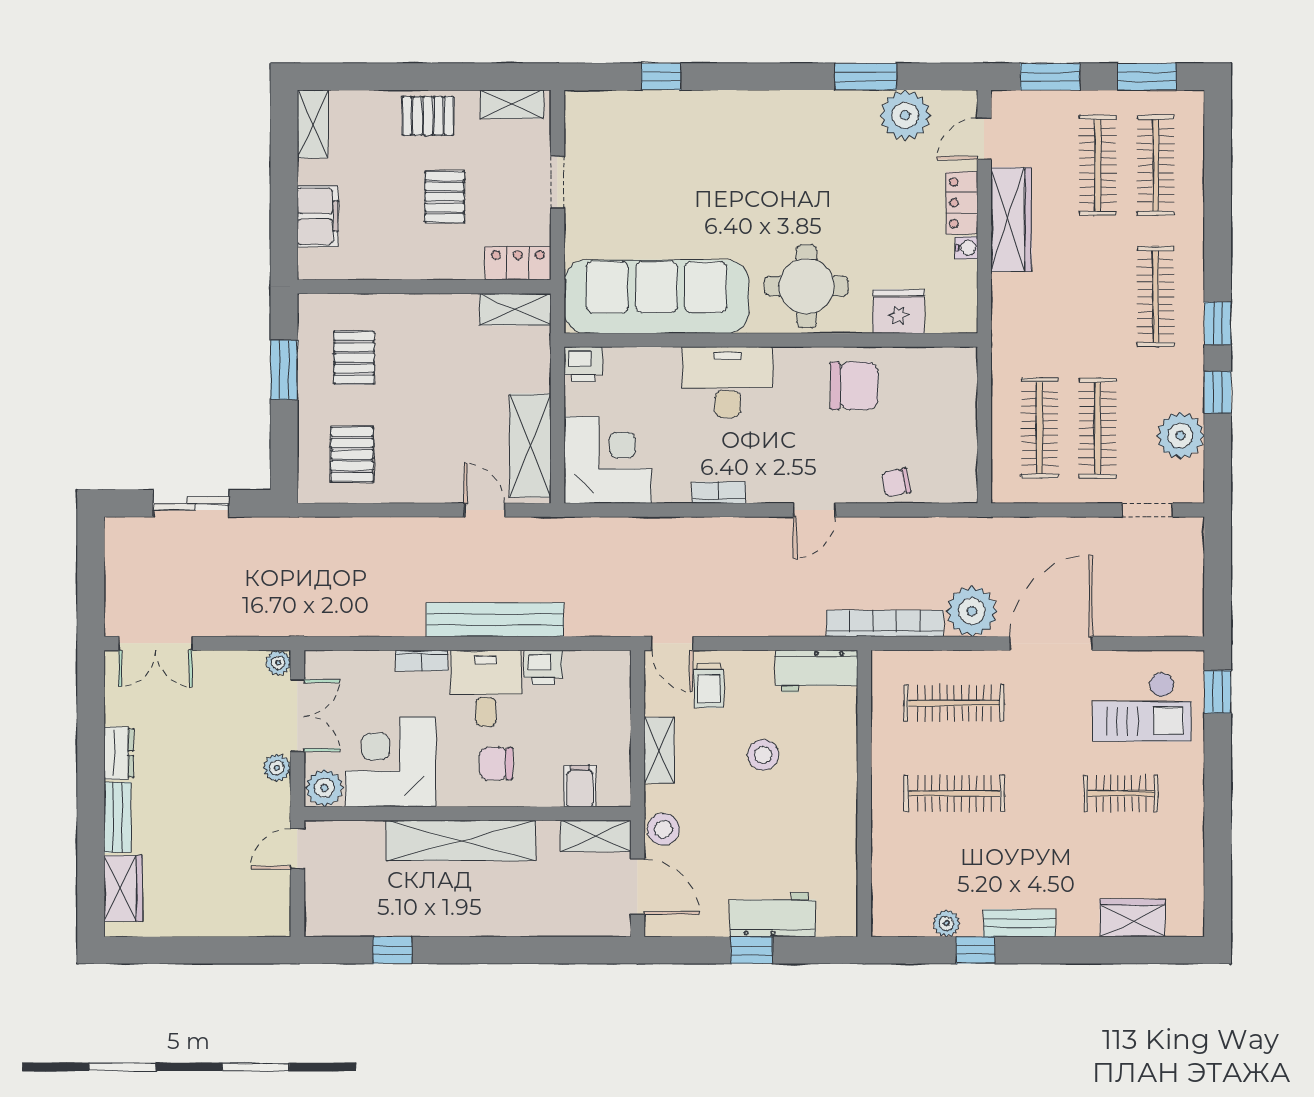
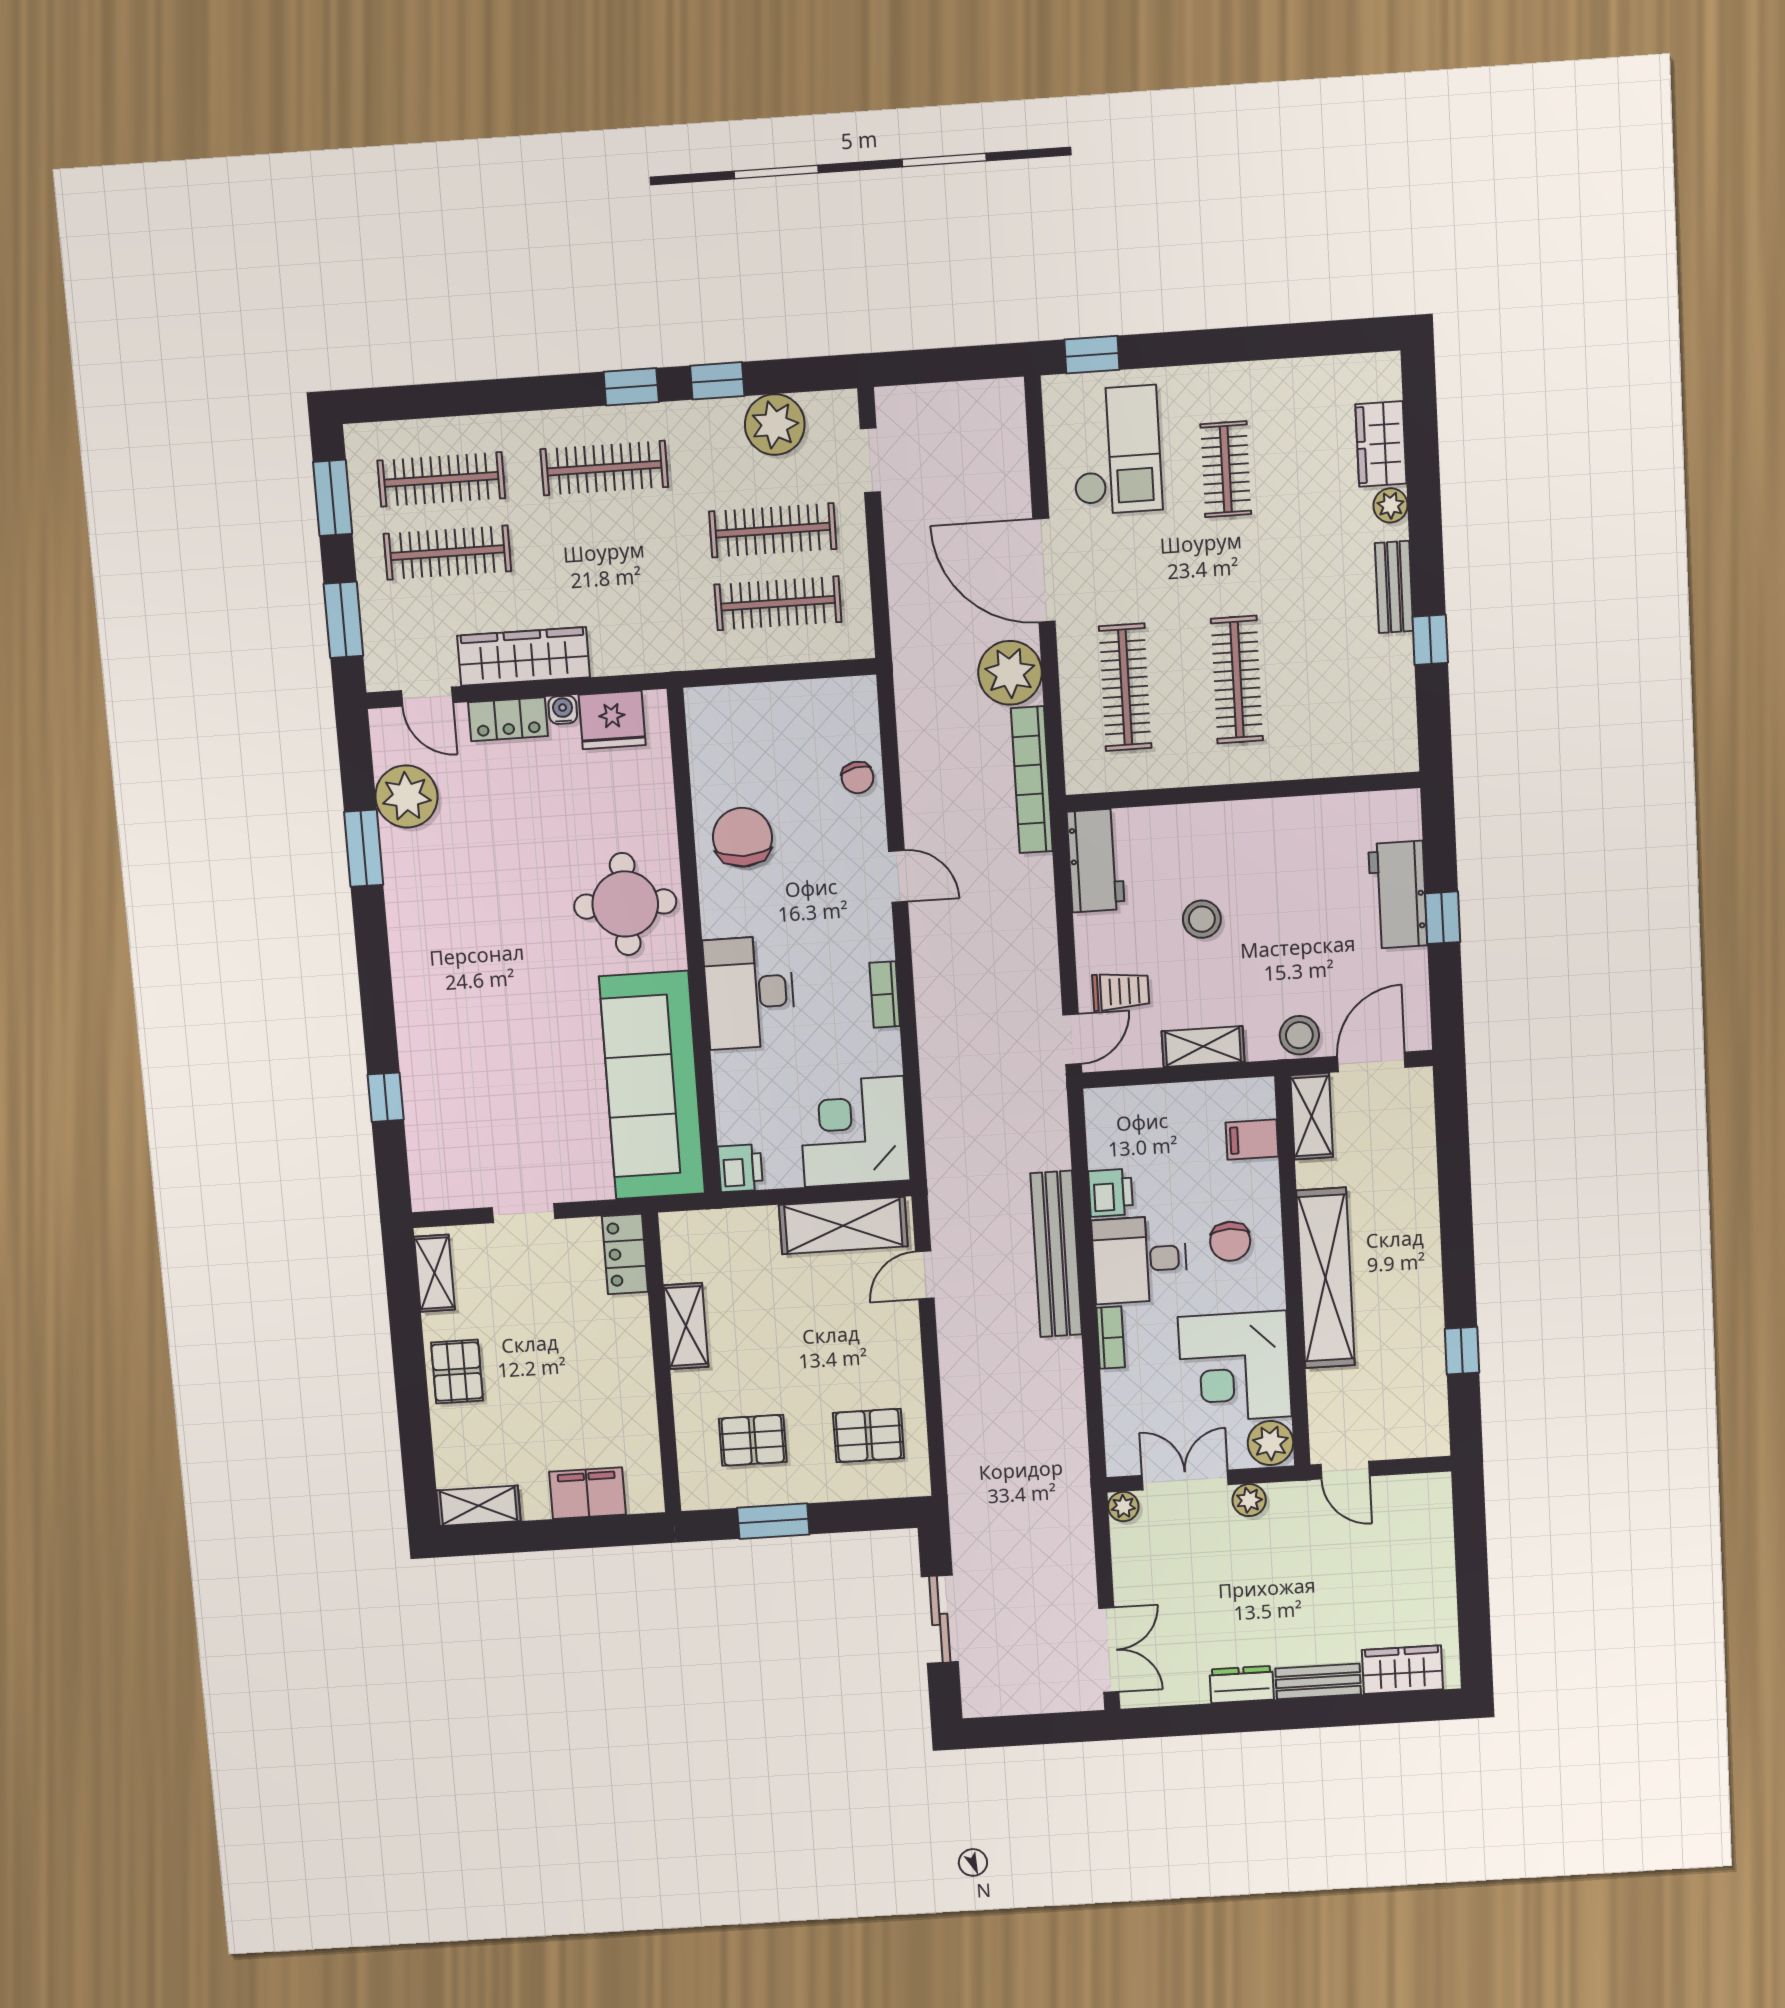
pallet: (445, 197) -> (552, 1346), removed
shelving: (515, 309) -> (686, 1326), moved
fridge: (899, 311) -> (612, 720), moved, turned -90
plant: (946, 923) -> (1390, 505), moved

